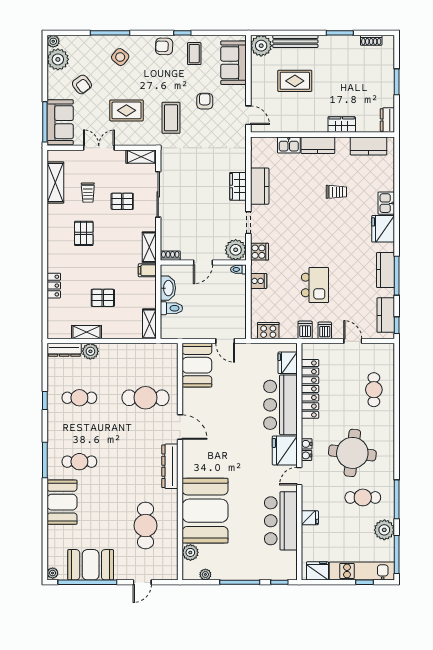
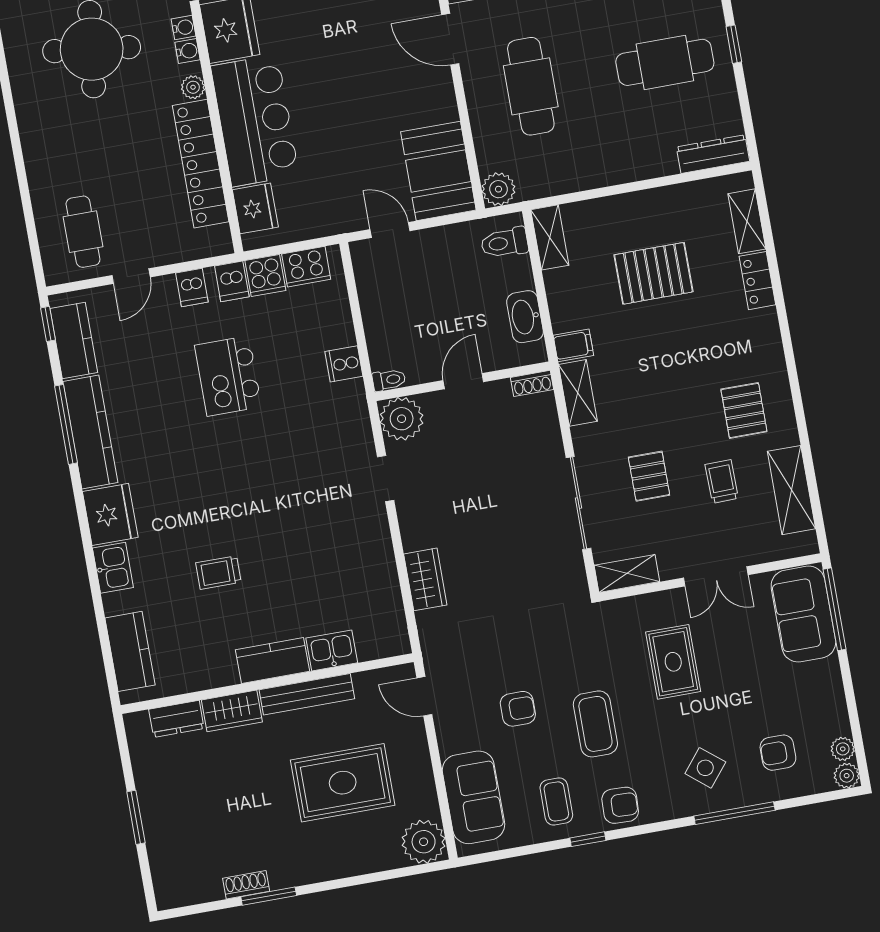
shoe rack: (371, 40) -> (246, 885), moved
bench: (295, 41) -> (307, 694), moved
plant: (58, 59) -> (843, 749), width x0.53, depth x0.53
rug: (295, 81) -> (343, 783), width x1.36, depth x1.43
armchair: (82, 84) -> (778, 753), moved, turned -53
armchair: (205, 101) -> (518, 709), turned -90
rug: (126, 110) -> (673, 662), turned 90
coffee table: (171, 118) -> (595, 724), moved
dresser: (387, 120) -> (176, 719), moved, turned 90
kitchen counter: (369, 146) -> (130, 651), moved, turned 90
wardrobe: (238, 186) -> (425, 579), moved
kitchen counter: (260, 186) -> (376, 556), removed
pallet: (122, 201) -> (649, 476), turned 90
pallet: (84, 233) -> (744, 410), moved
cooker: (259, 252) -> (265, 276), moved, turned -90
kitchen counter: (386, 270) -> (90, 432), width x1.50
pallet: (103, 298) -> (653, 273), width x1.50, depth x1.42
toilet: (171, 308) -> (505, 243), moved
shelving: (87, 332) -> (747, 221), moved, turned 90
door: (353, 341) -> (131, 276), hinge flipped
plant: (90, 351) -> (499, 189), moved
cafe table: (374, 390) -> (83, 232), moved
cafe table: (79, 398) -> (665, 62), width x1.37, depth x1.35
cafe table: (146, 398) -> (531, 86), turned 90
plant: (307, 426) -> (193, 87), added

